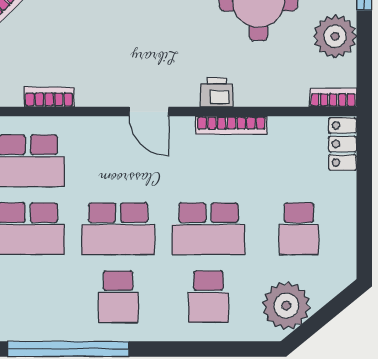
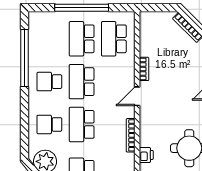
printer: (217, 92) -> (146, 155), moved
bookcase: (49, 97) -> (144, 69), moved

